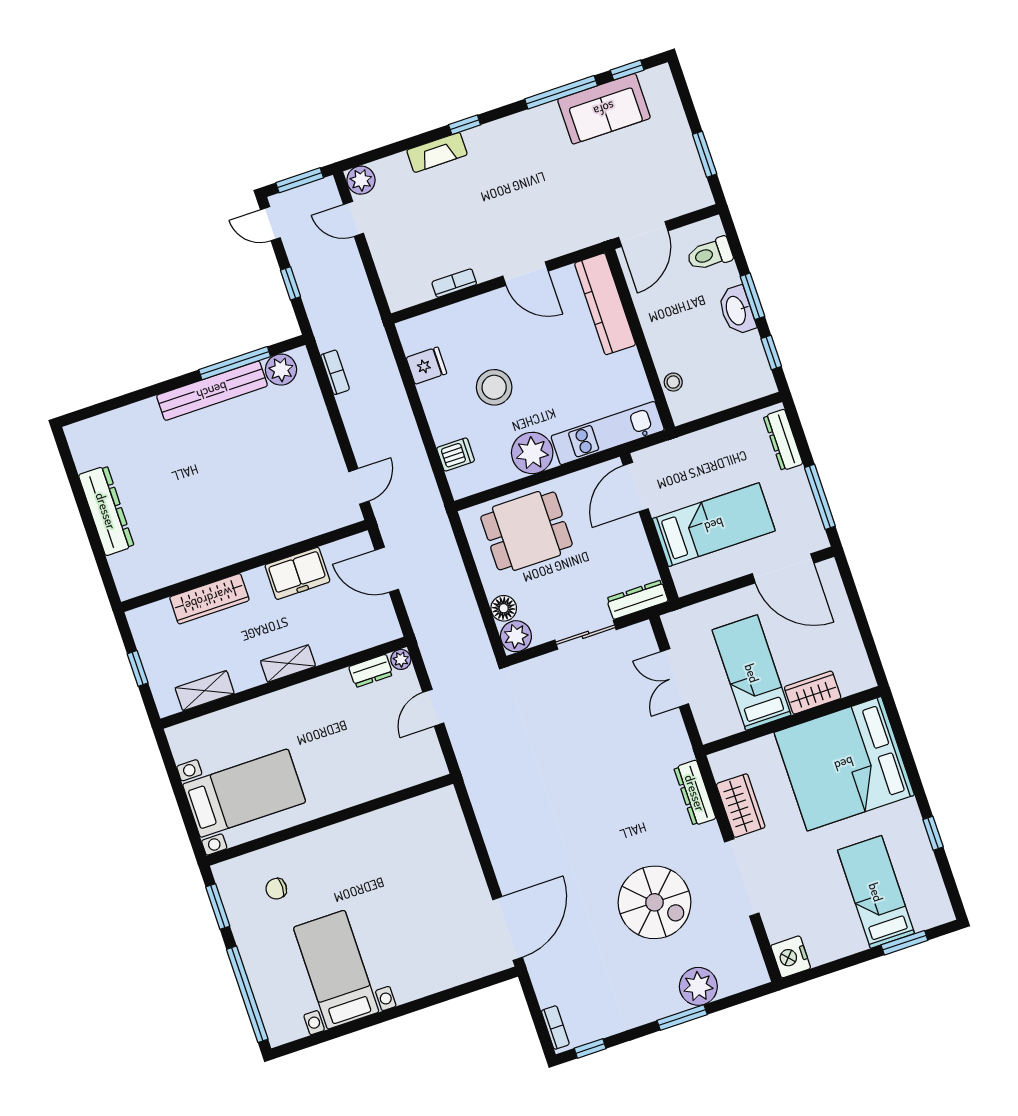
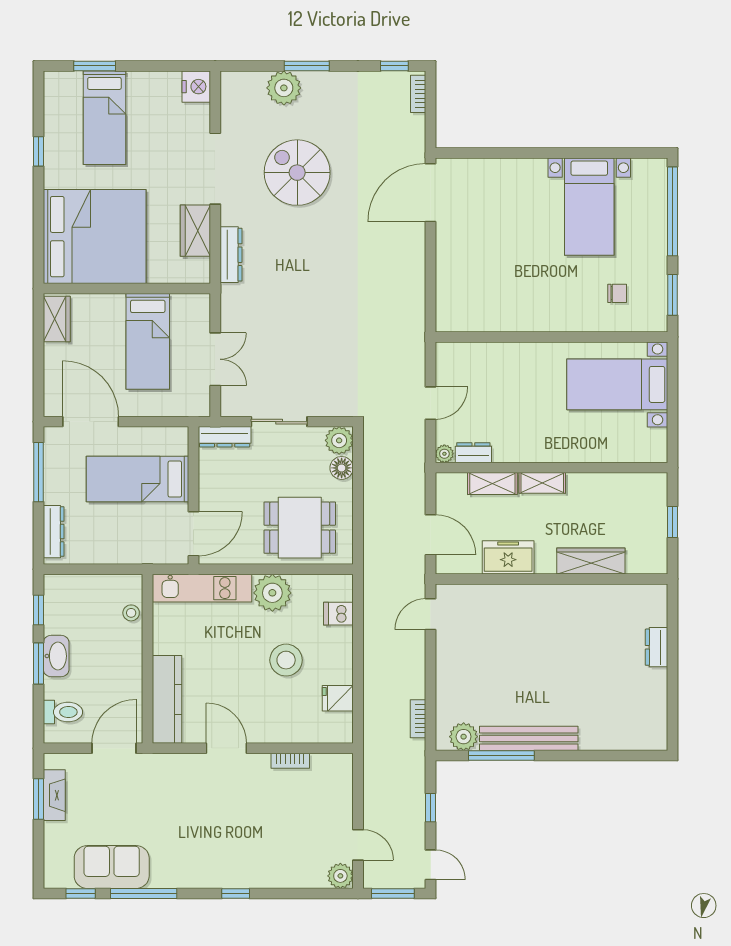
fireplace: (437, 152) -> (54, 795), moved, turned 90
dresser: (106, 511) -> (657, 647), width x0.51, depth x0.80
shelving: (205, 691) -> (492, 484), moved
wardrobe: (813, 693) -> (57, 319), moved, turned -90

